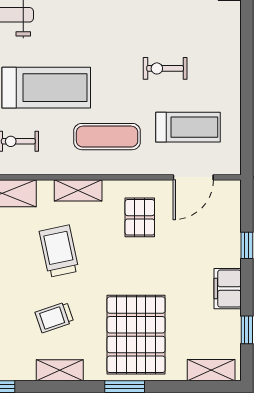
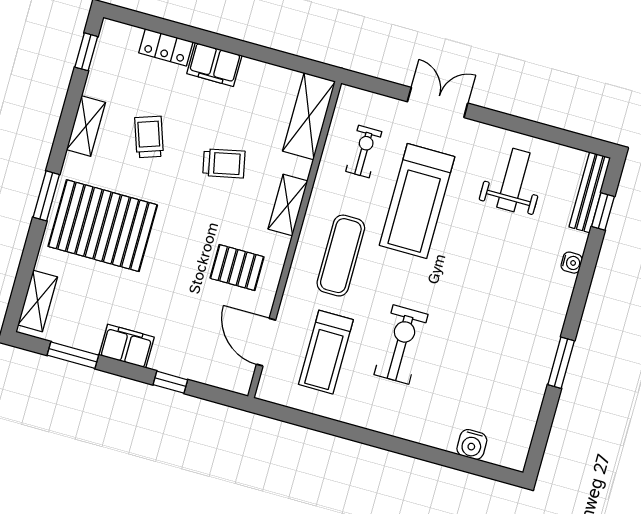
exercise bike: (165, 68) -> (401, 344), width x1.38, depth x1.39
trolley: (59, 251) -> (224, 163), width x0.73, depth x0.72
window: (247, 330) -> (73, 355), width x1.50

